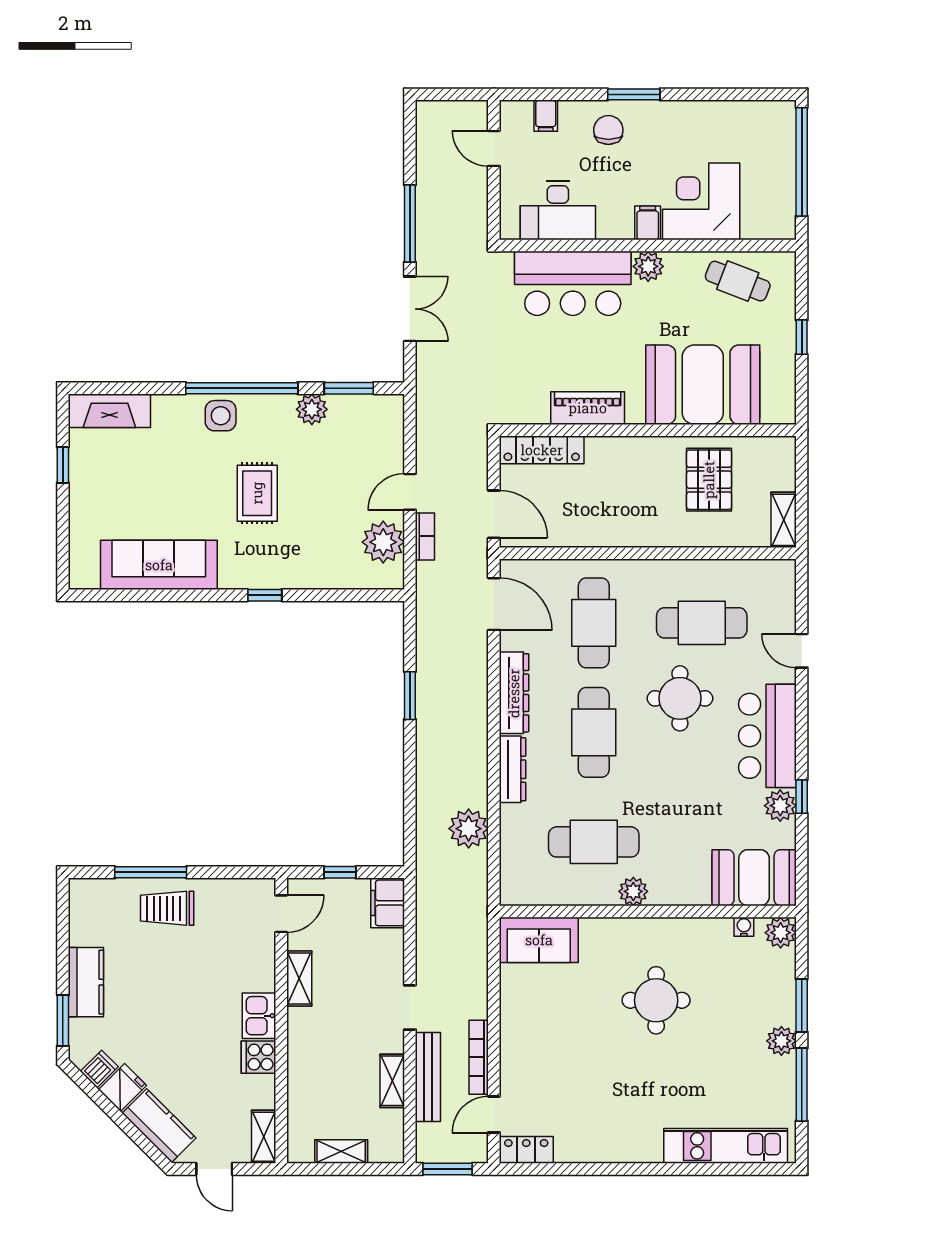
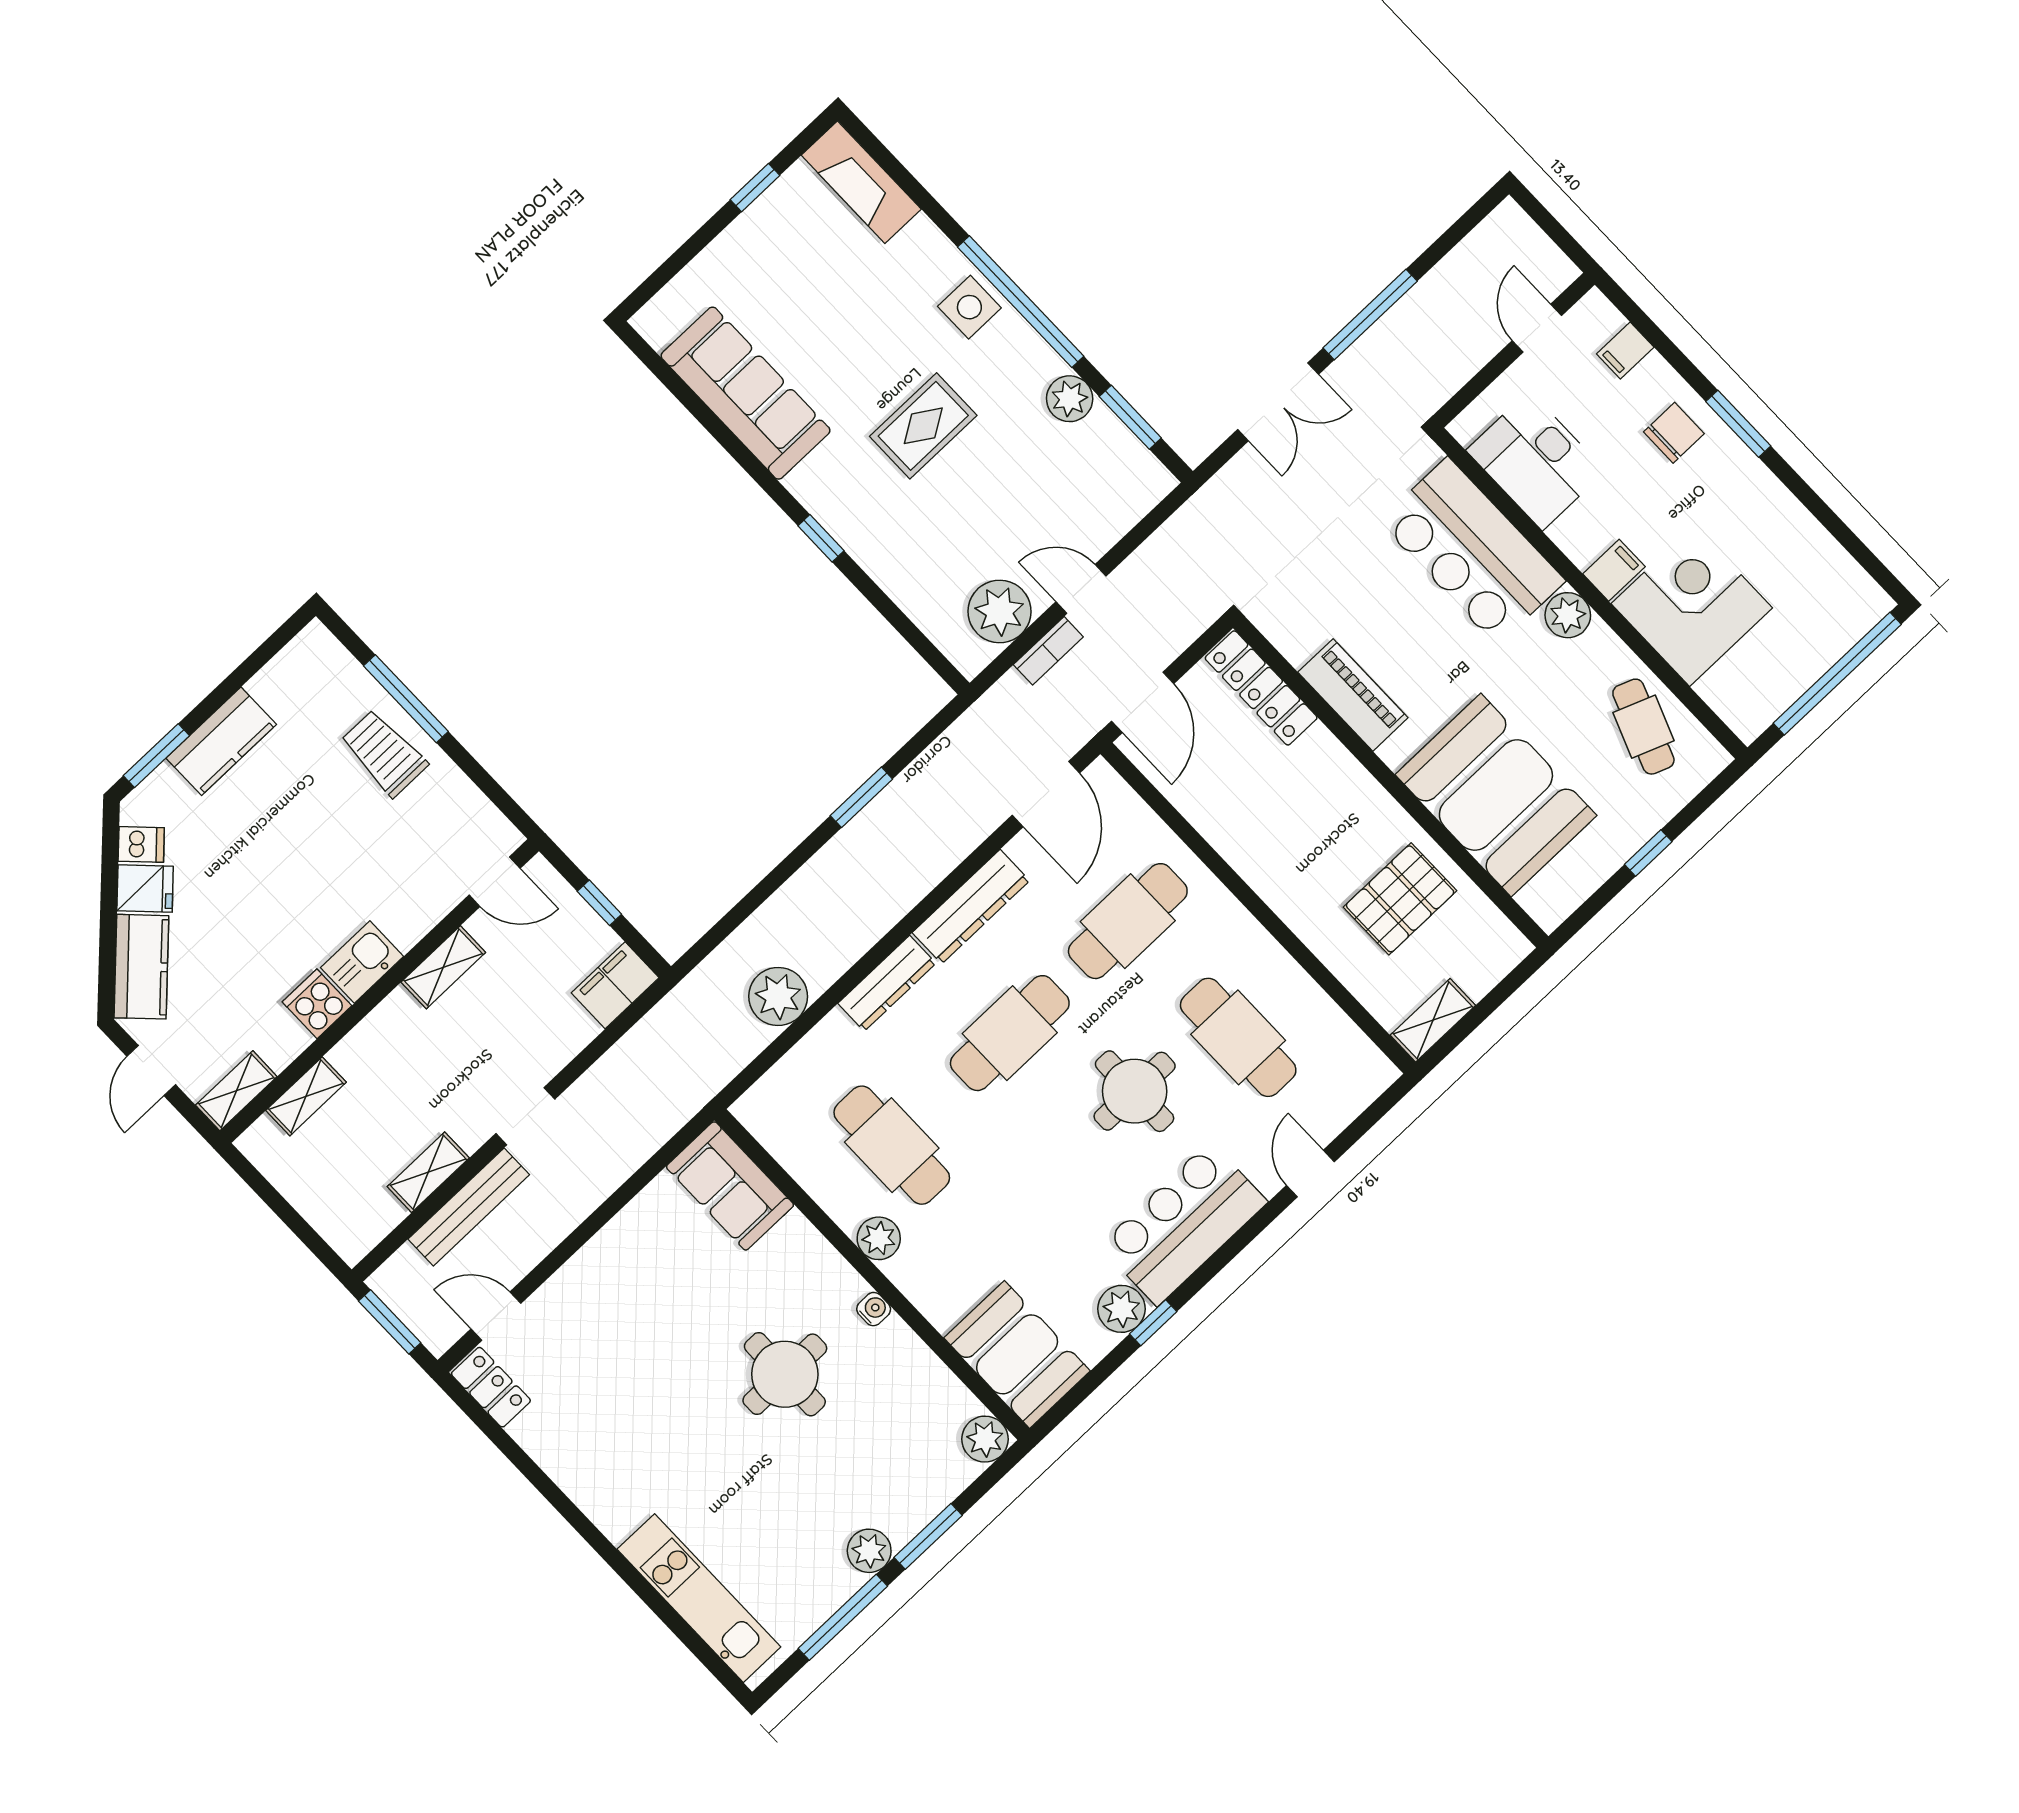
water cooler: (744, 927) -> (874, 1309), moved
bookcase: (479, 1057) -> (542, 1241), removed
shelving: (341, 1152) -> (306, 1096), moved, turned 90

